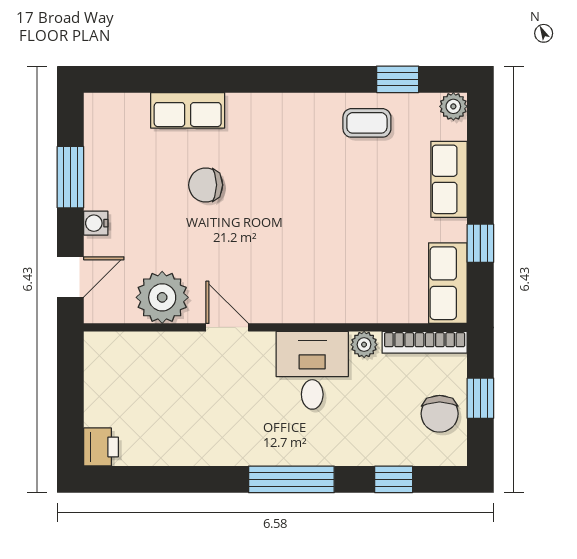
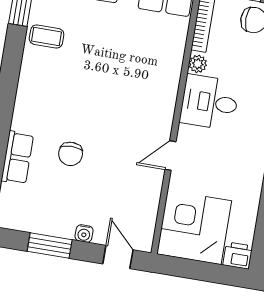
coffee table: (367, 123) -> (47, 36), turned 90
plant: (162, 297) -> (142, 197), removed
corner desk: (131, 378) -> (194, 227), added

